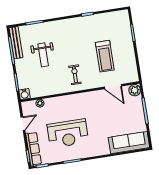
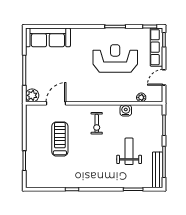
door: (113, 87) -> (56, 103), hinge flipped
water cooler: (25, 94) -> (126, 110), moved

